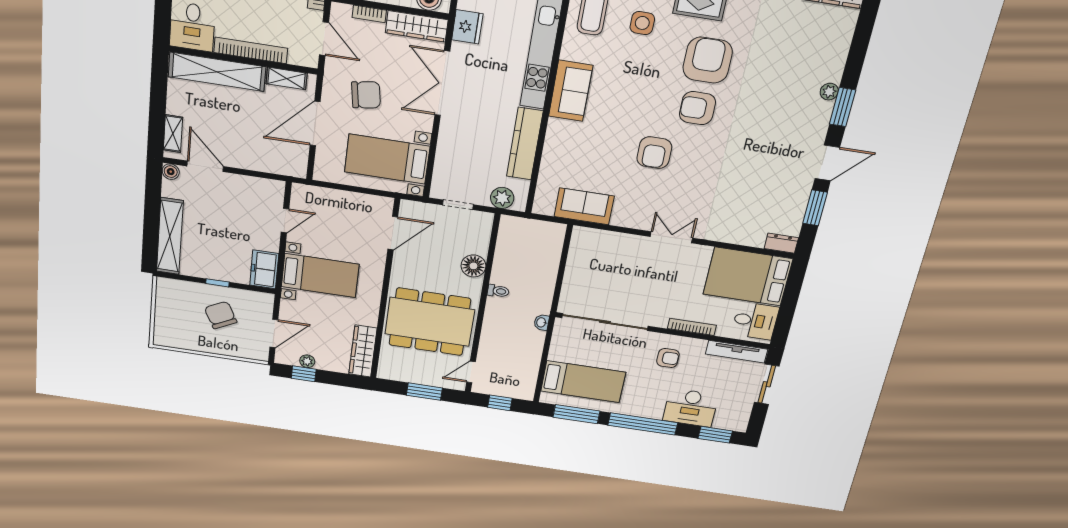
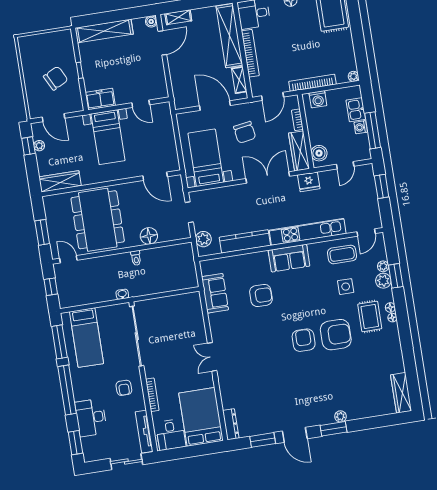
armchair: (654, 153) -> (261, 295), moved, turned 180
double door: (671, 237) -> (212, 357), swing flipped
dresser: (781, 243) -> (231, 424), width x1.44

